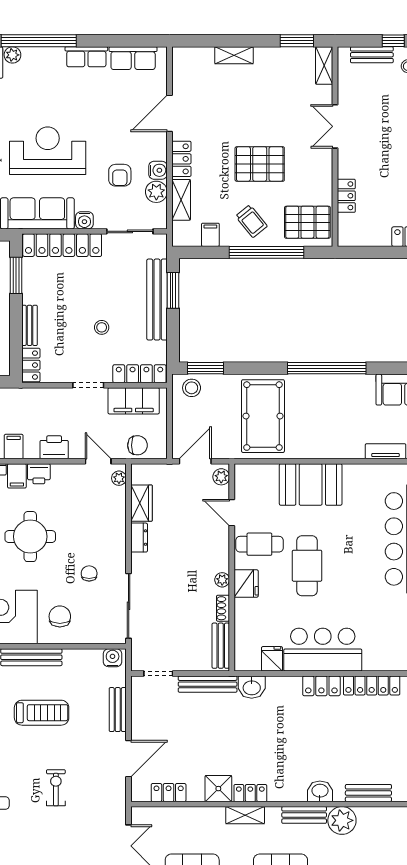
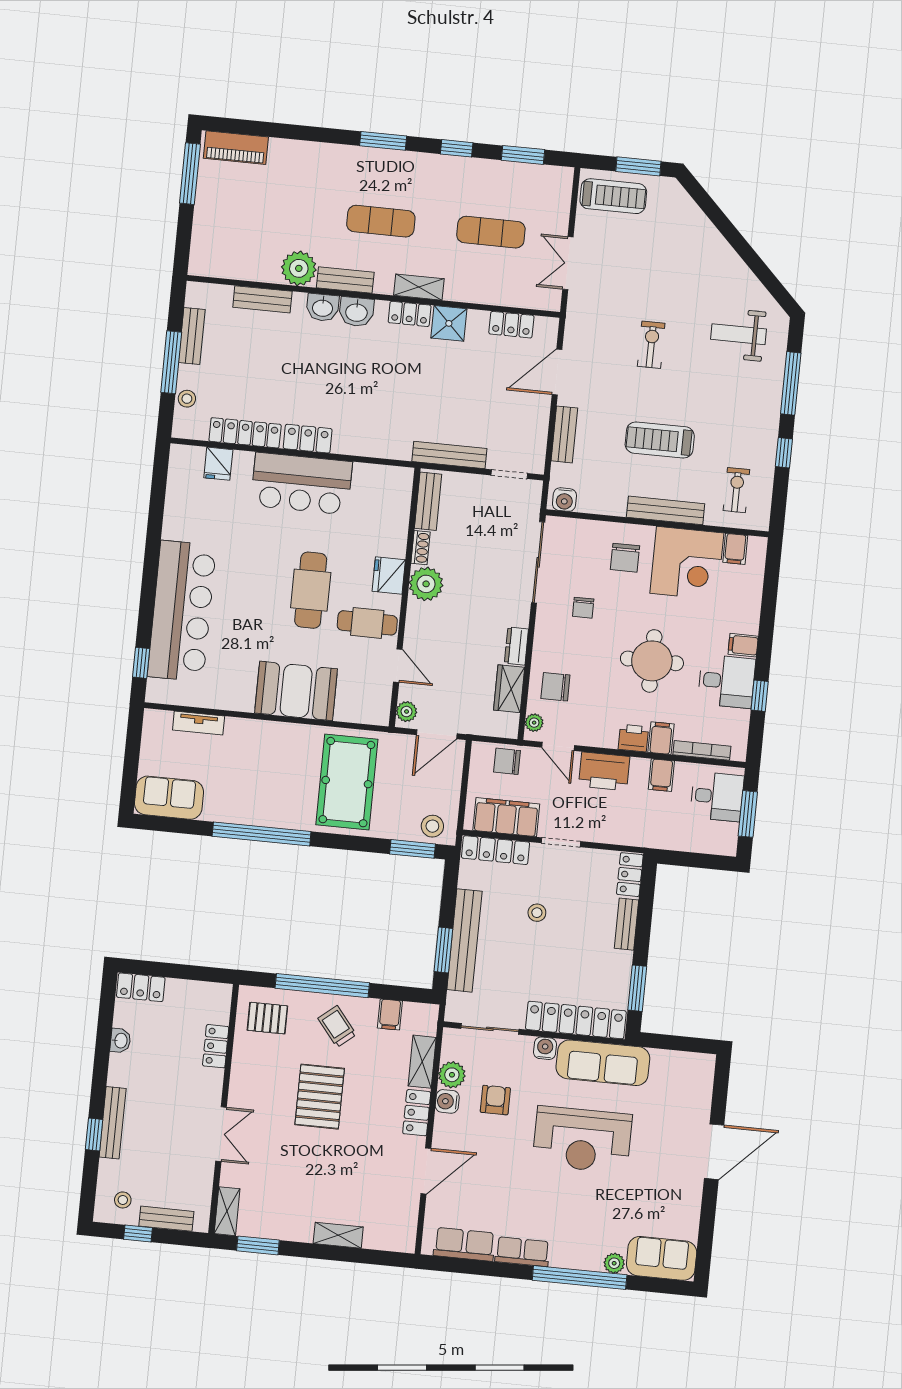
pallet: (260, 164) -> (320, 1097), turned 90
pallet: (307, 222) -> (267, 1018), width x0.67, depth x0.71
printer: (54, 447) -> (604, 771), width x1.37, depth x1.19
chair: (105, 508) -> (555, 687), added
plant: (222, 580) -> (426, 584), width x1.87, depth x1.87
fridge: (272, 659) -> (218, 464), moved
washbasin: (252, 687) -> (356, 312), moved, turned 180
exercise bike: (56, 788) -> (651, 345), turned 180

